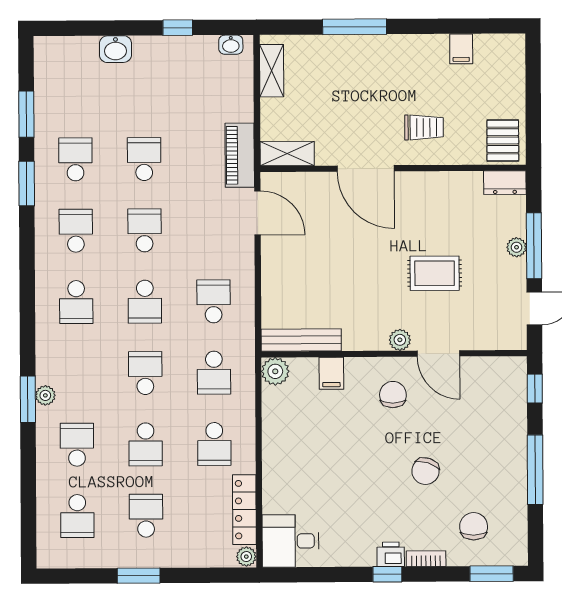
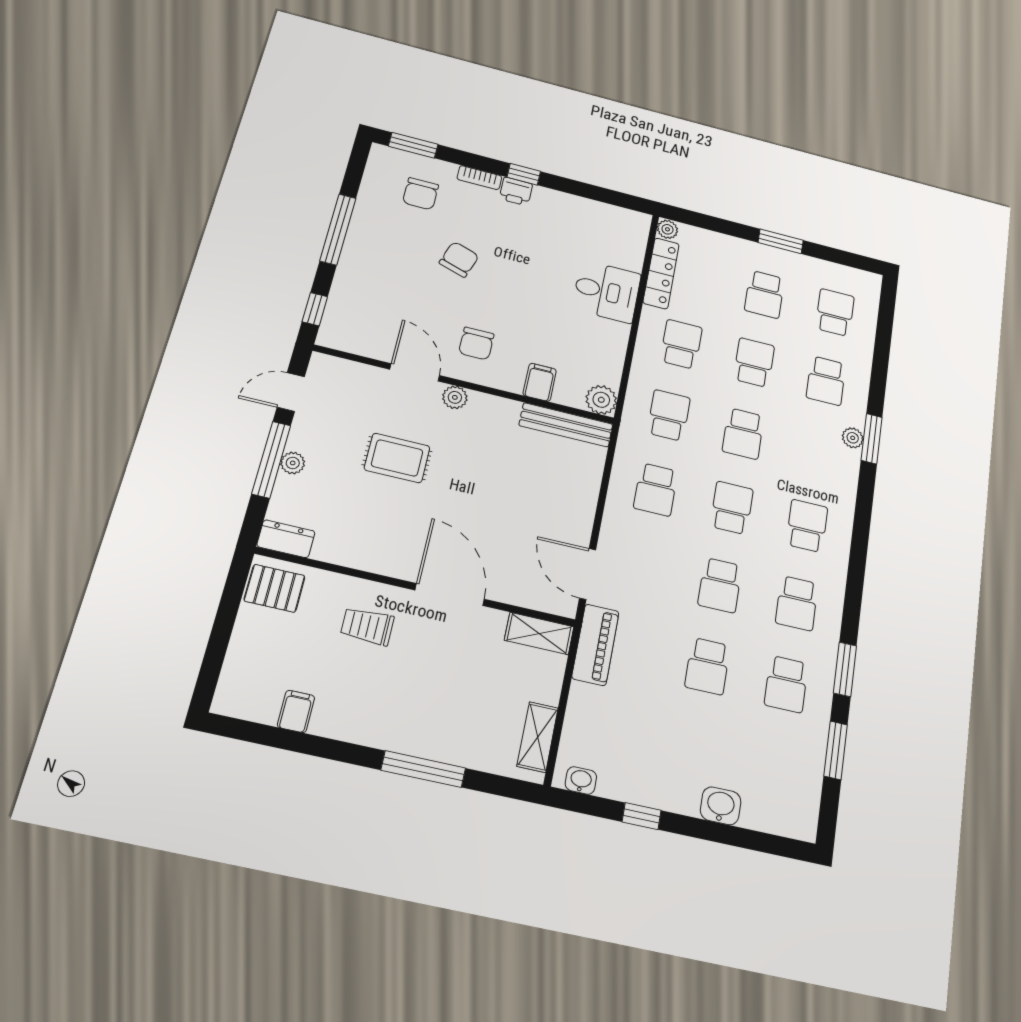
pallet: (503, 141) -> (275, 588), turned 90
desk: (290, 541) -> (607, 292), moved

